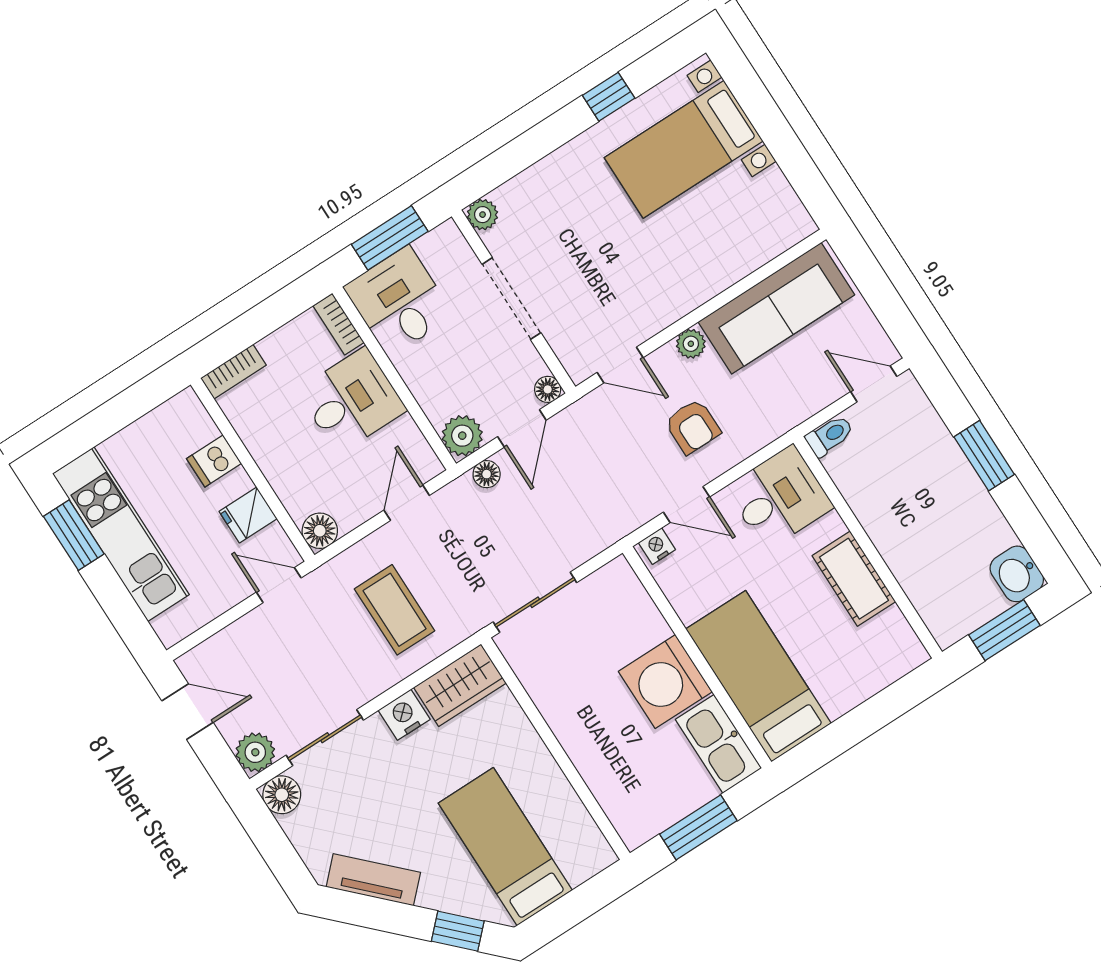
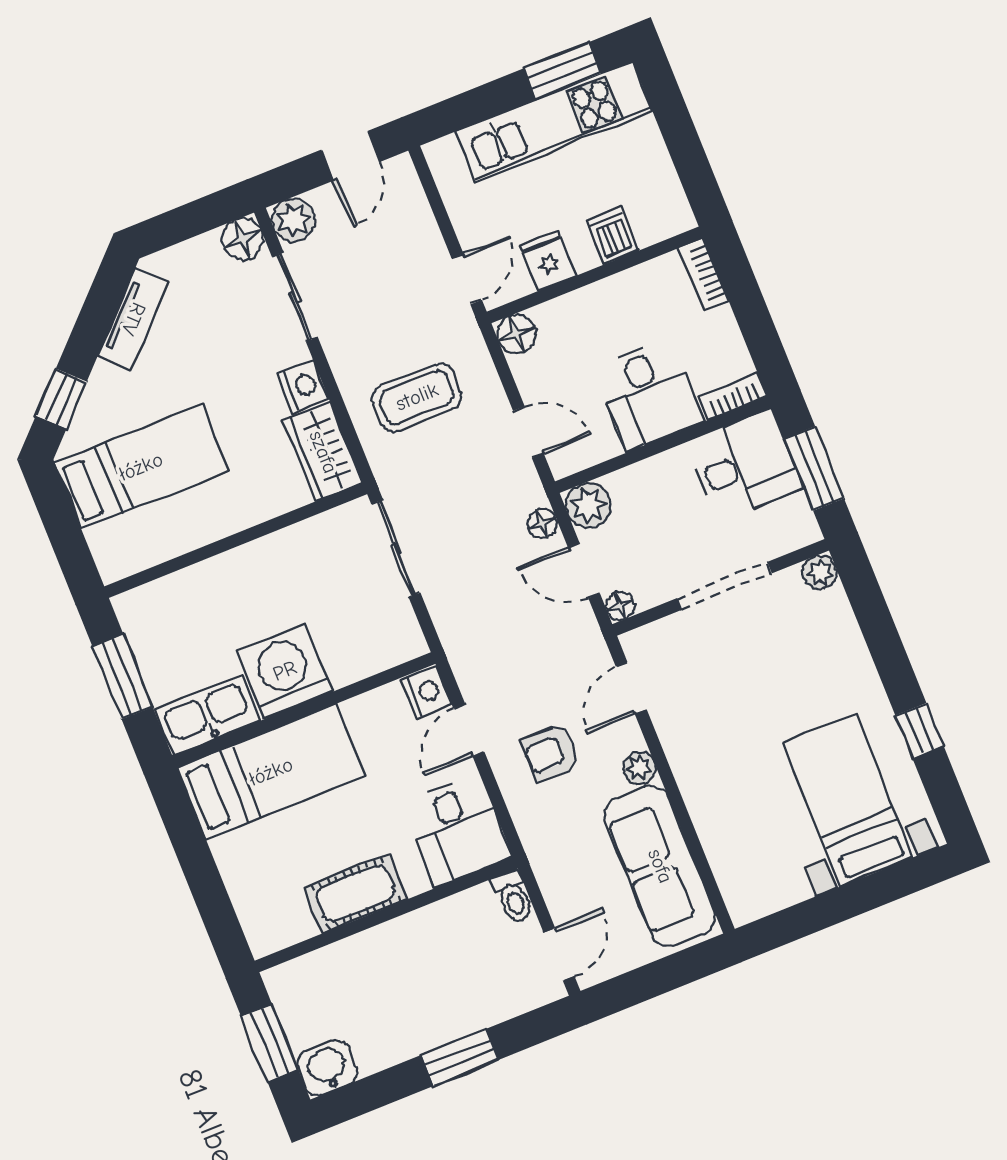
nightstand: (657, 546) -> (426, 692), width x1.39, depth x1.35

